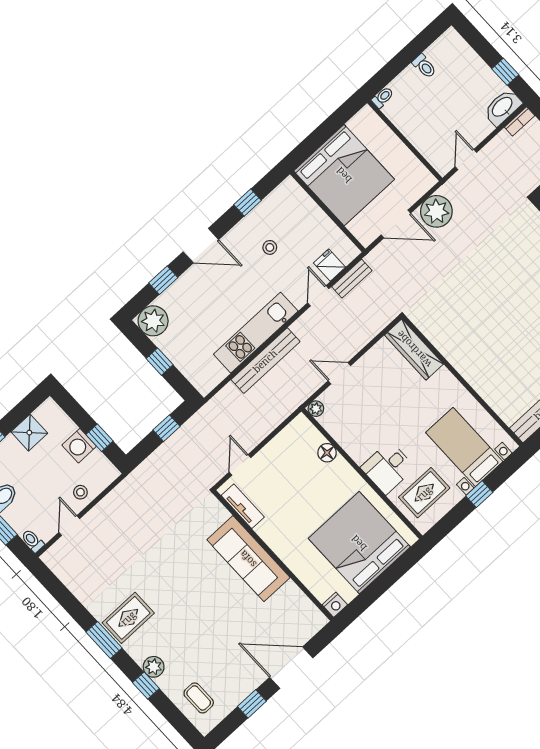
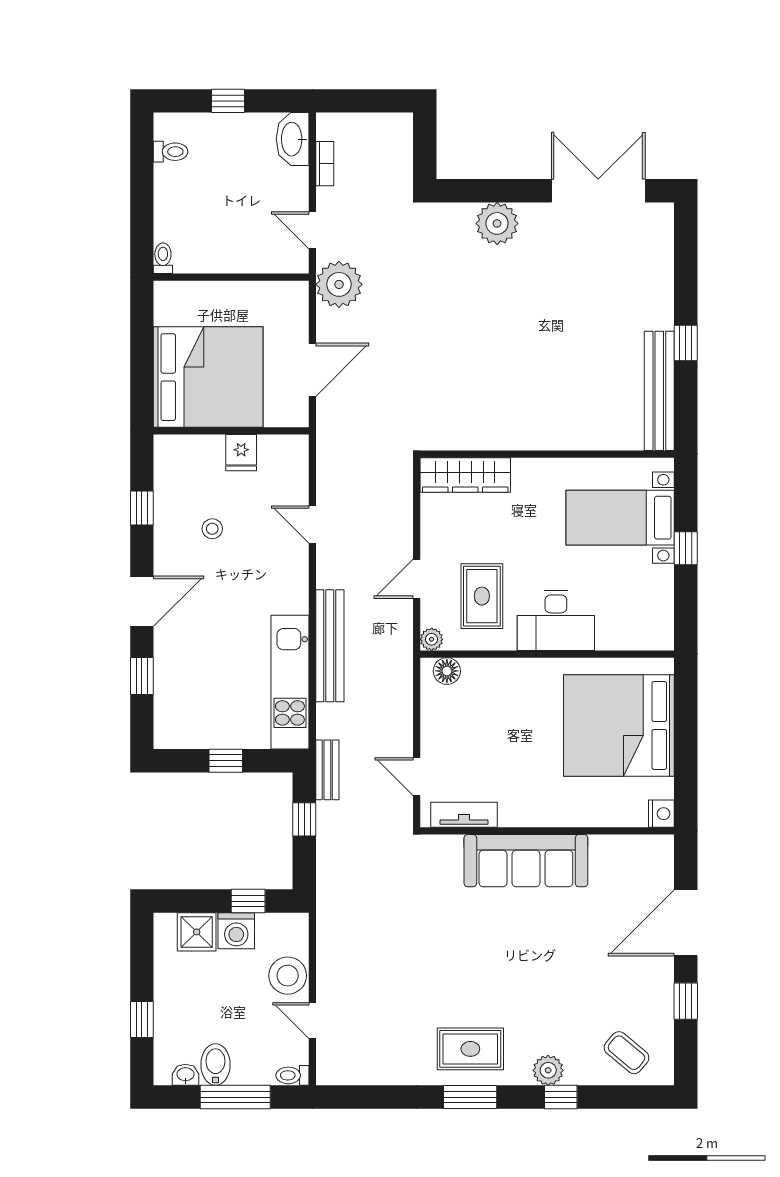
toilet: (424, 66) -> (171, 152), moved
window: (505, 72) -> (228, 101), moved
bookcase: (520, 121) -> (325, 164), moved
plant: (436, 211) -> (339, 284), moved
fridge: (329, 265) -> (241, 453), moved, turned -90
bench: (352, 279) -> (327, 770), moved
plant: (153, 321) -> (175, 727), removed
kitchen unit: (256, 333) -> (290, 682), moved
shower: (29, 433) -> (197, 932), moved
floor lamp: (327, 453) -> (447, 671), moved
desk: (388, 468) -> (556, 620), width x1.37
stool: (80, 492) -> (288, 976), width x1.89, depth x1.89
rug: (424, 493) -> (482, 596), moved
rug: (128, 618) -> (470, 1049), turned 90
coffee table: (199, 698) -> (626, 1053), turned 40

